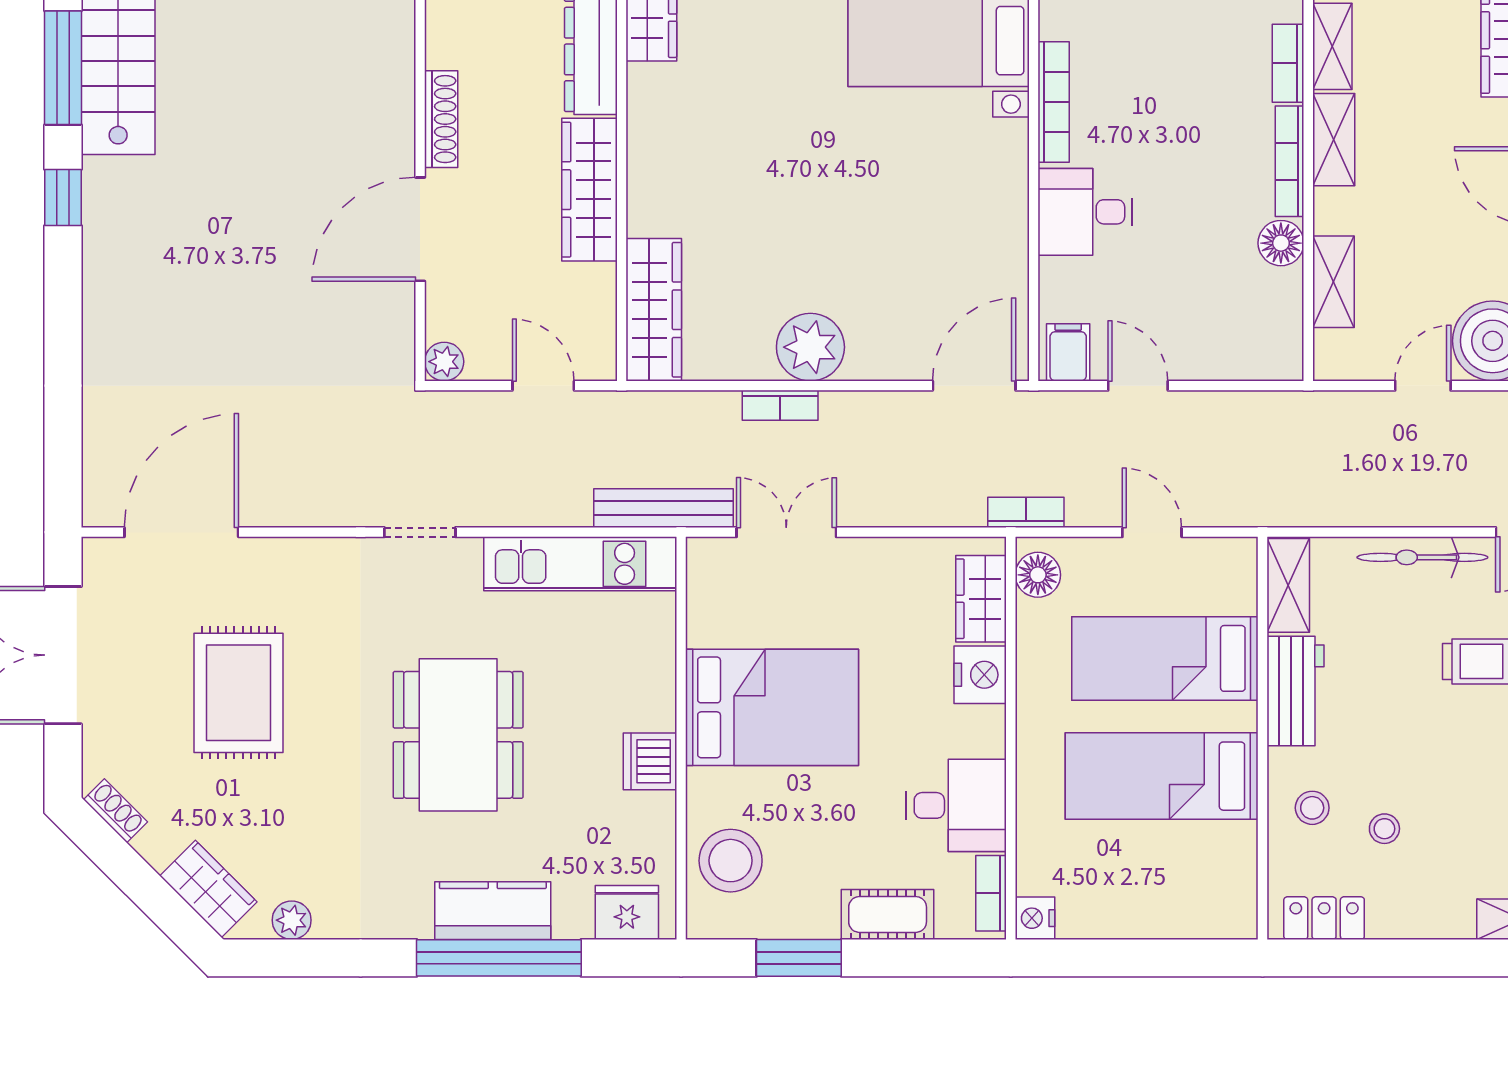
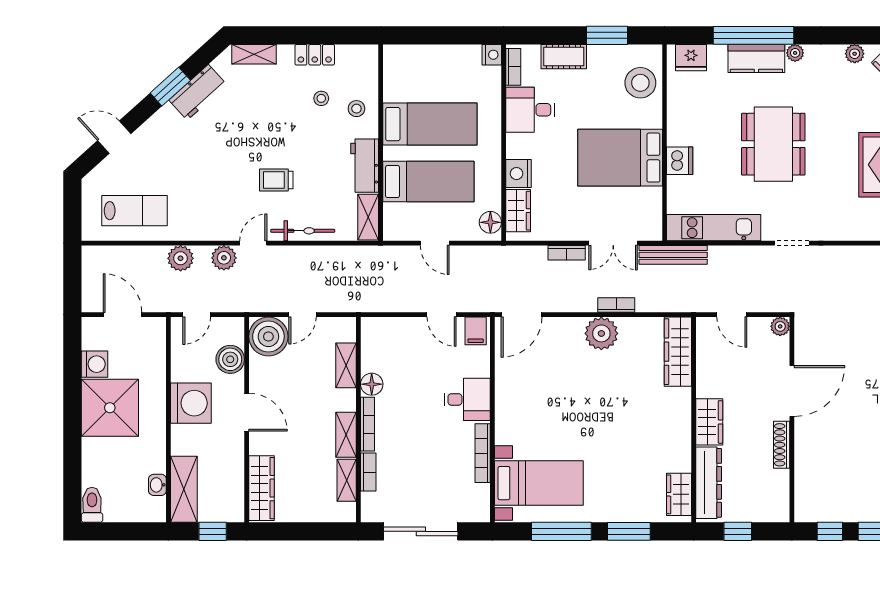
wardrobe: (589, 190) -> (709, 422), width x0.67
bookcase: (1026, 512) -> (567, 253), moved
dishwasher: (650, 761) -> (680, 161), moved
locker: (1324, 918) -> (315, 55), moved
plant: (414, 922) -> (795, 53), added

